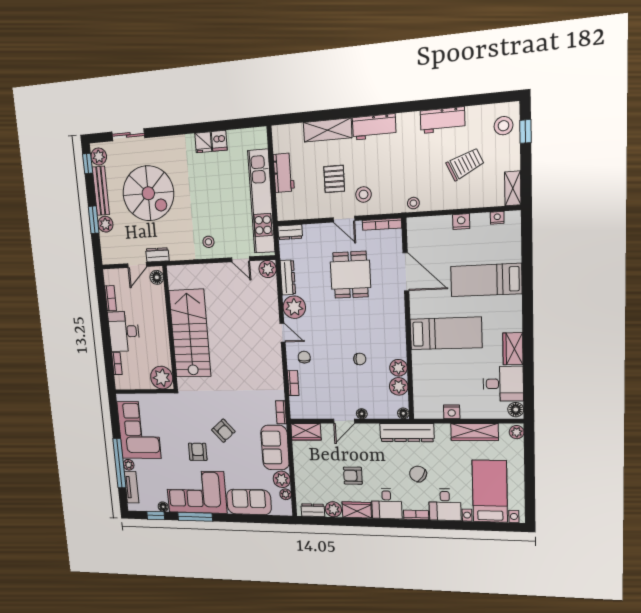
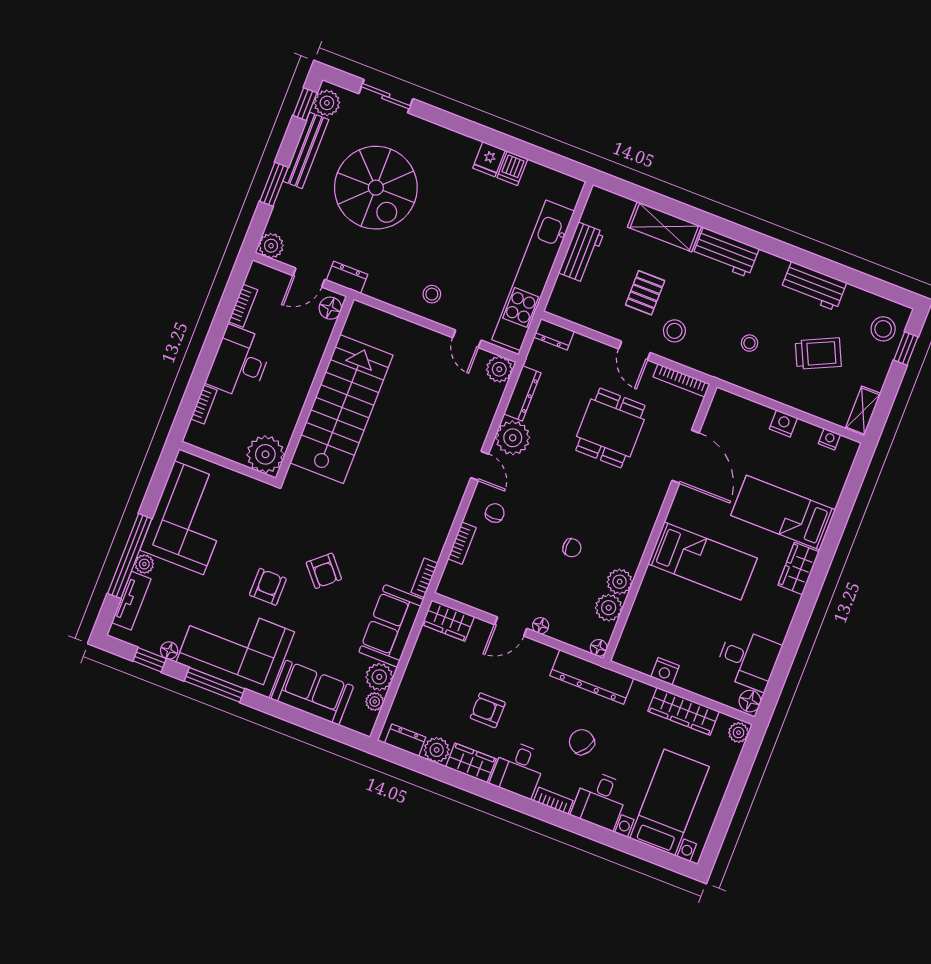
stool: (413, 203) -> (749, 343), moved
plant: (105, 224) -> (271, 246), moved
wardrobe: (513, 349) -> (799, 568), moved

